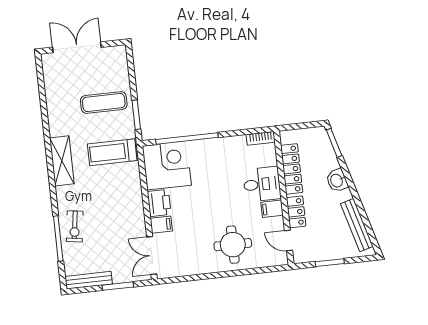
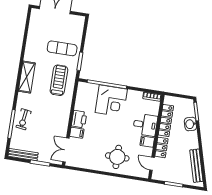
treadmill: (112, 152) -> (59, 80), turned 90
corner desk: (167, 166) -> (111, 101), moved, turned 90
washbasin: (337, 180) -> (190, 124), moved

